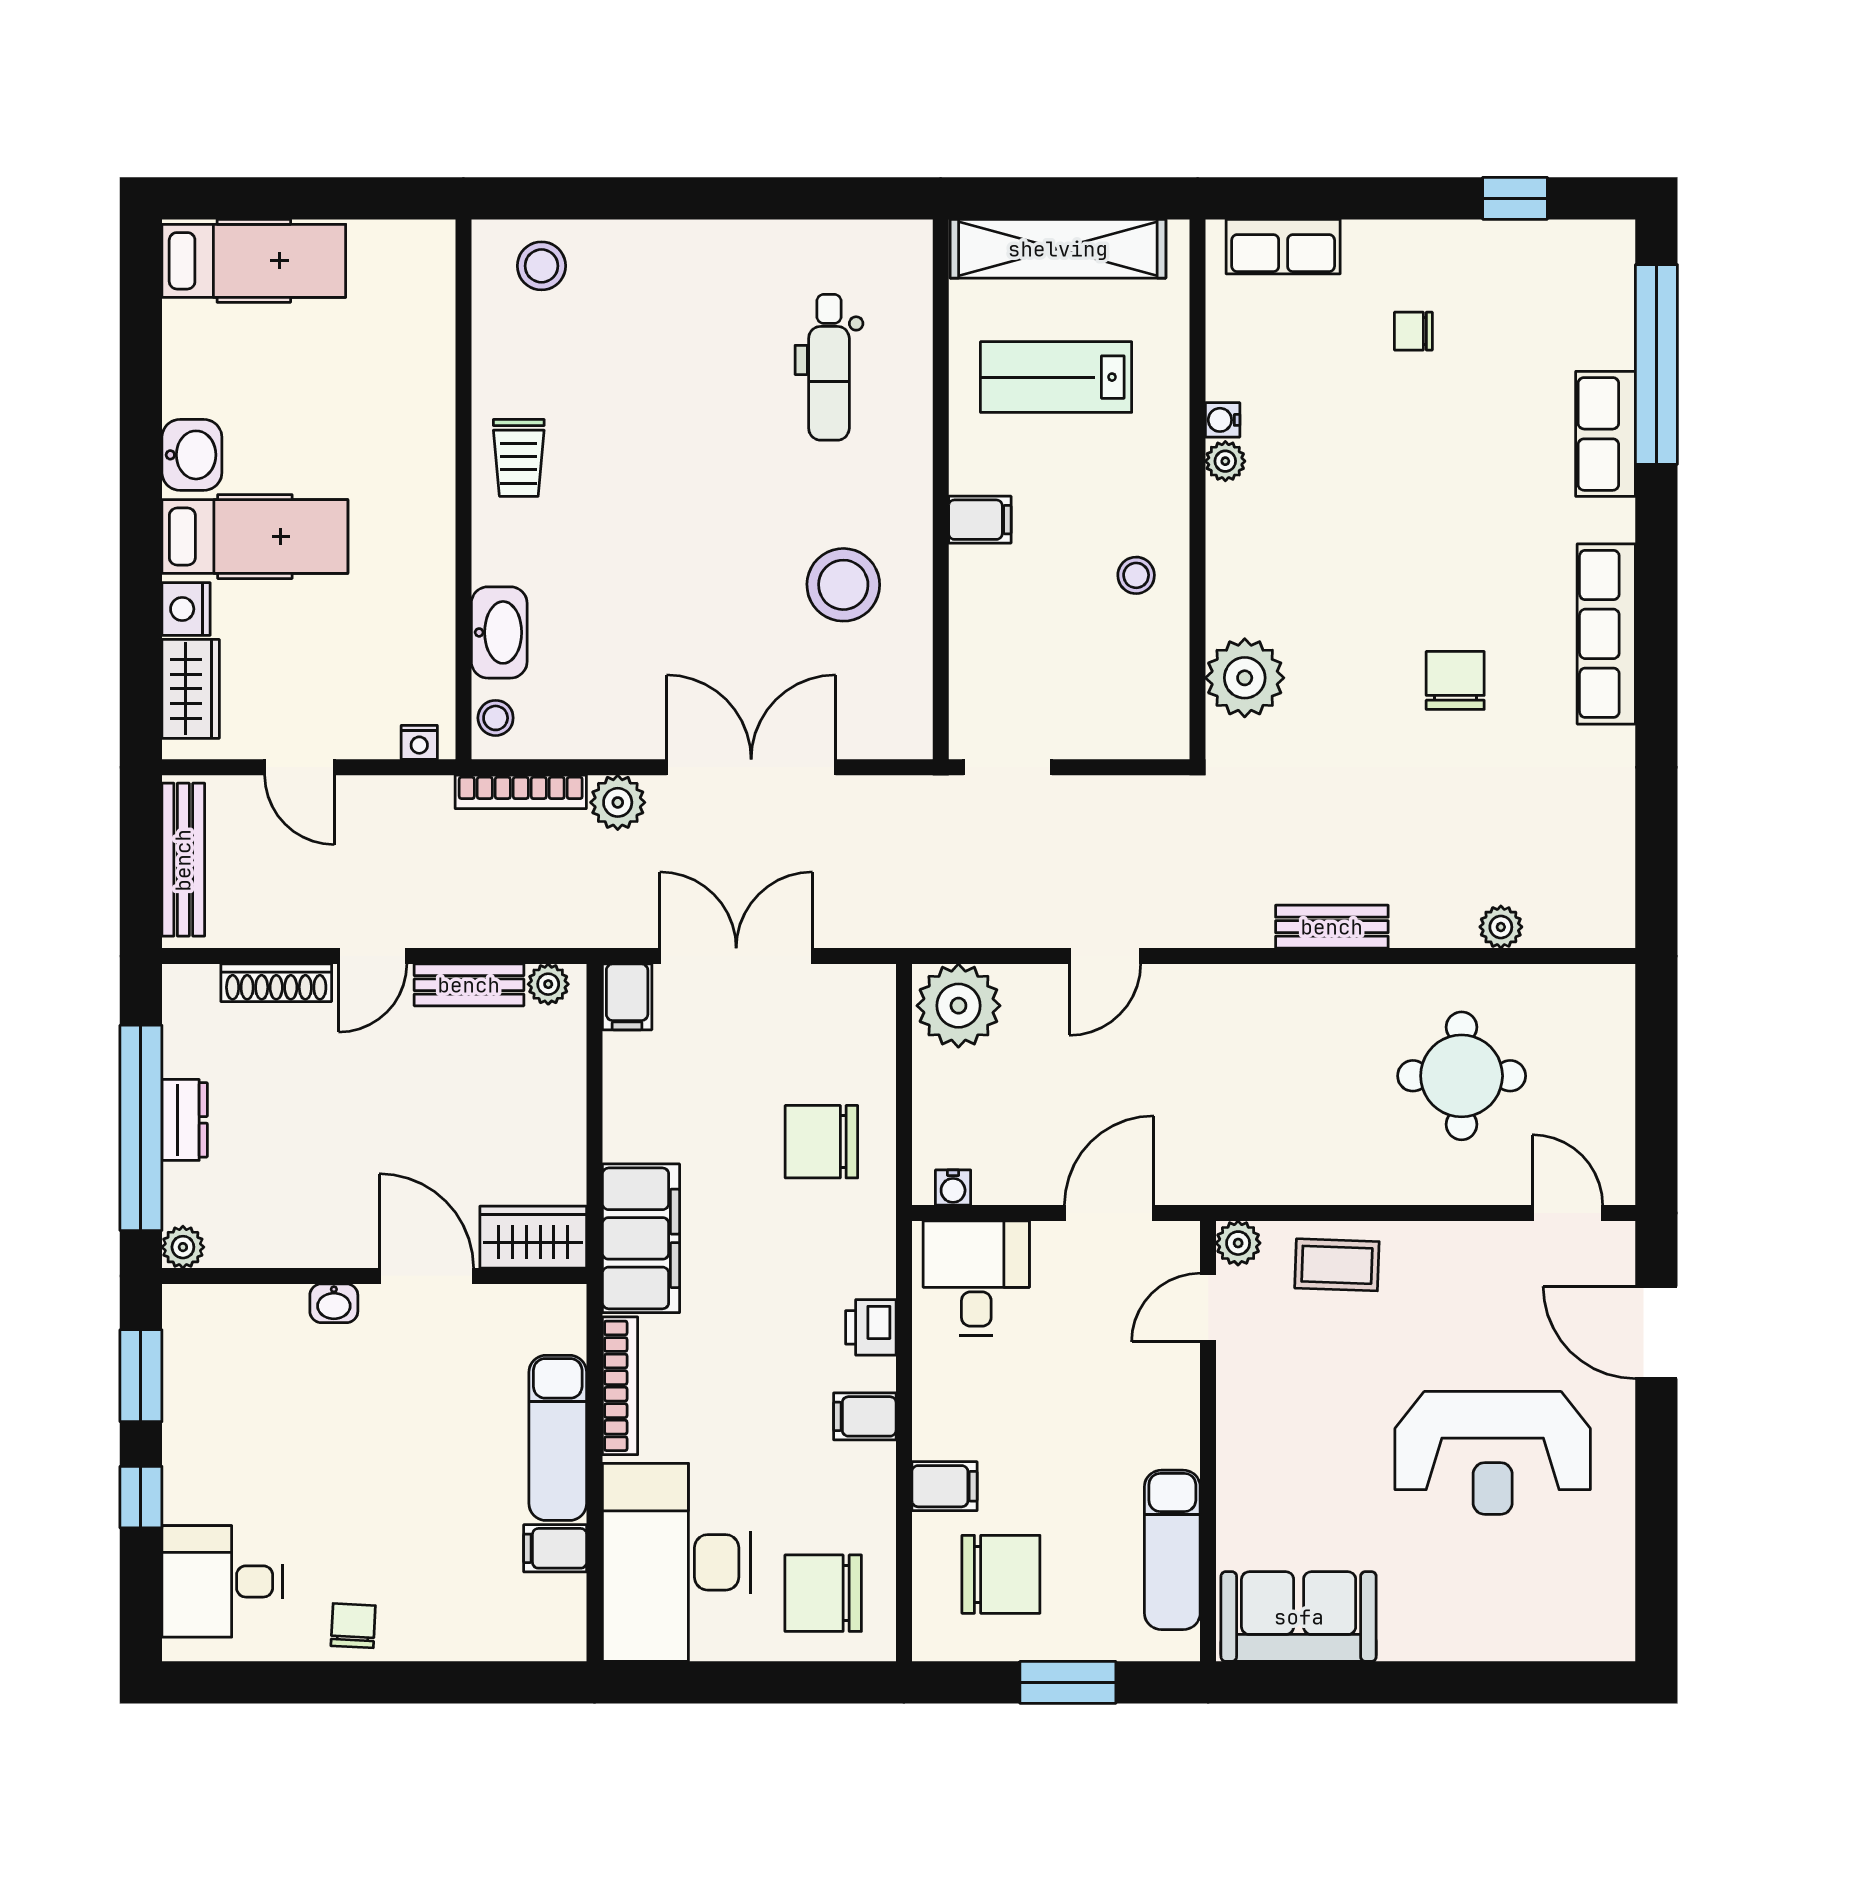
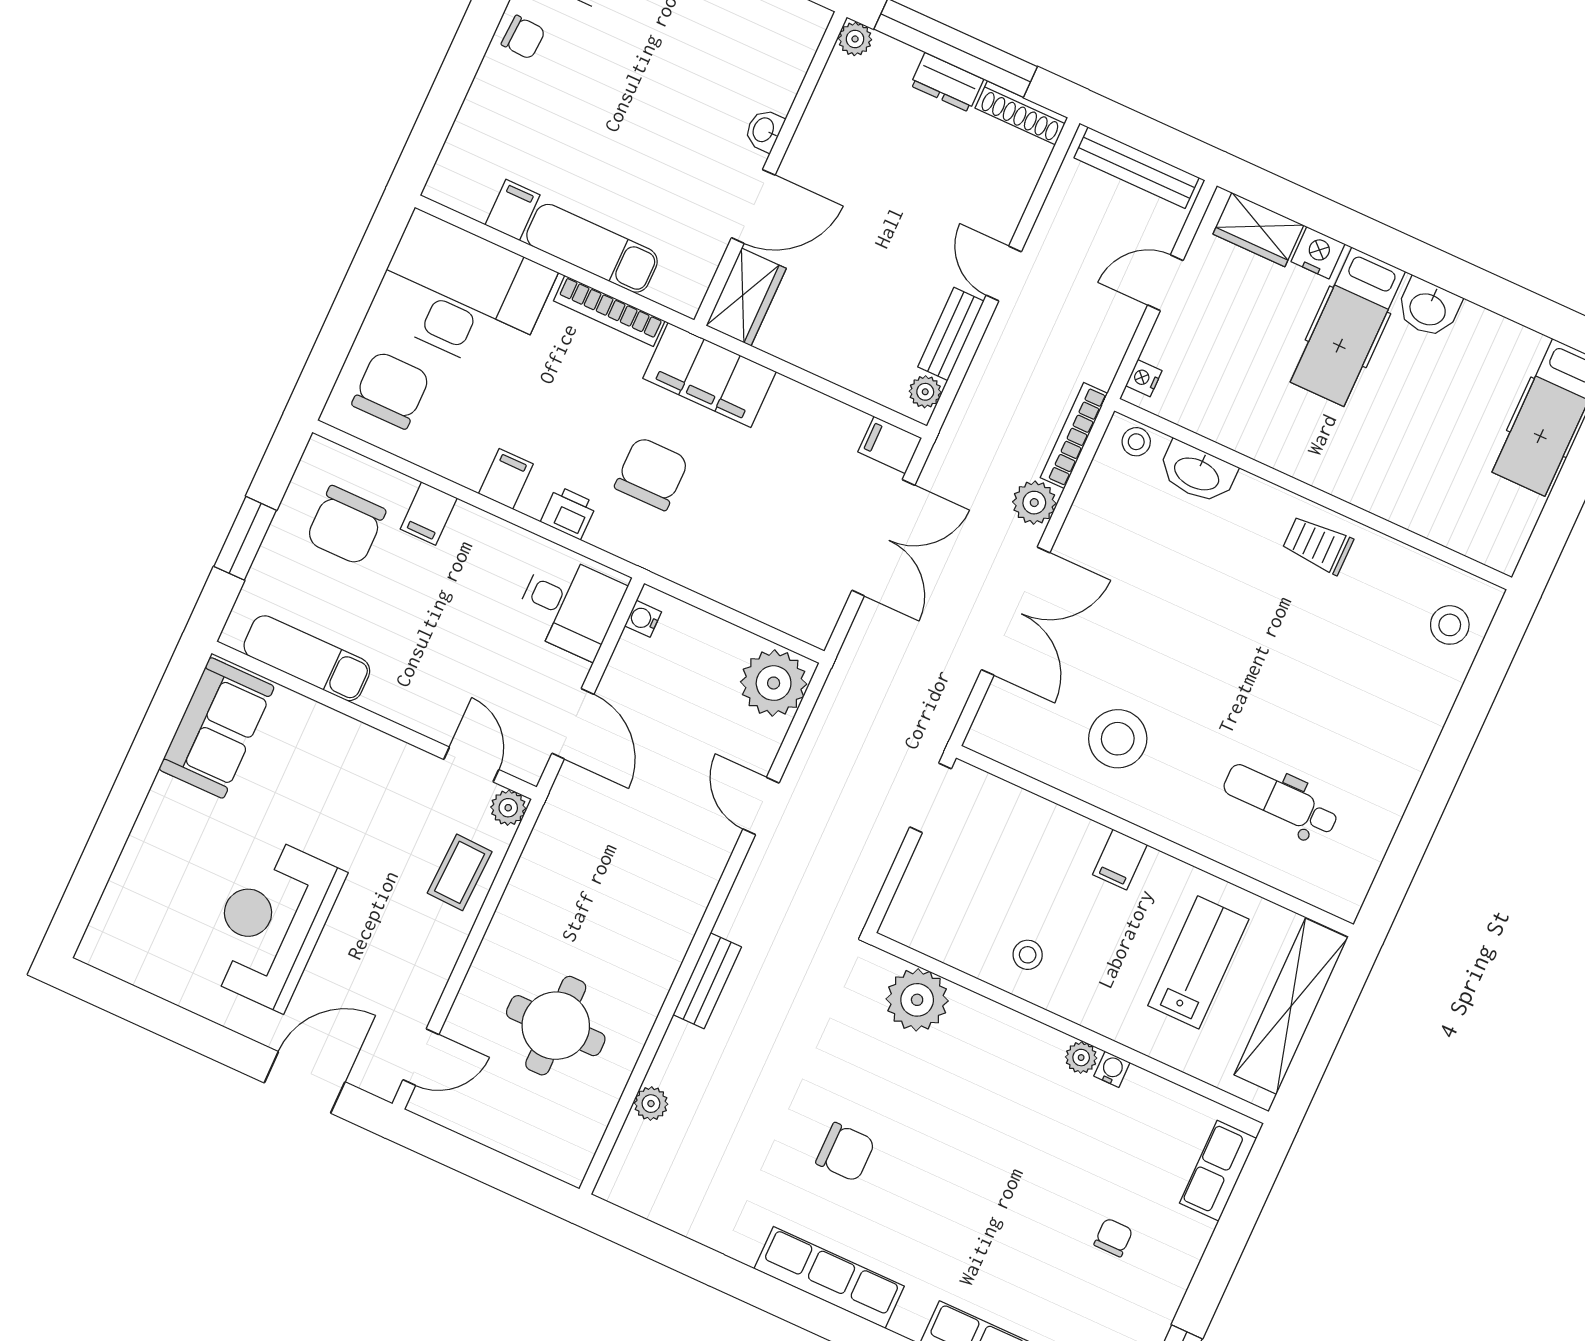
shoe rack: (276, 983) -> (1021, 113), moved, turned -90
chair: (821, 1142) -> (652, 474), moved

